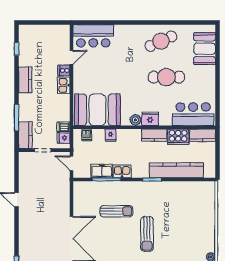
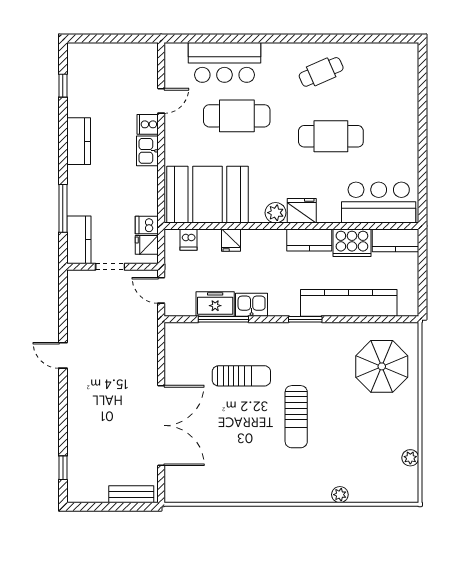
bar counter: (93, 36) -> (224, 62), moved
cafe table: (161, 41) -> (321, 72), width x0.73, depth x0.74
booth: (205, 49) -> (399, 85), removed
cafe table: (114, 66) -> (237, 116), added
parasol: (195, 206) -> (382, 366), added

